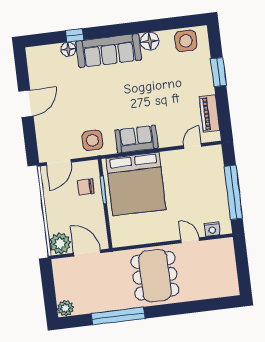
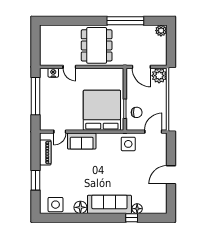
sofa: (136, 139) -> (82, 141), moved

